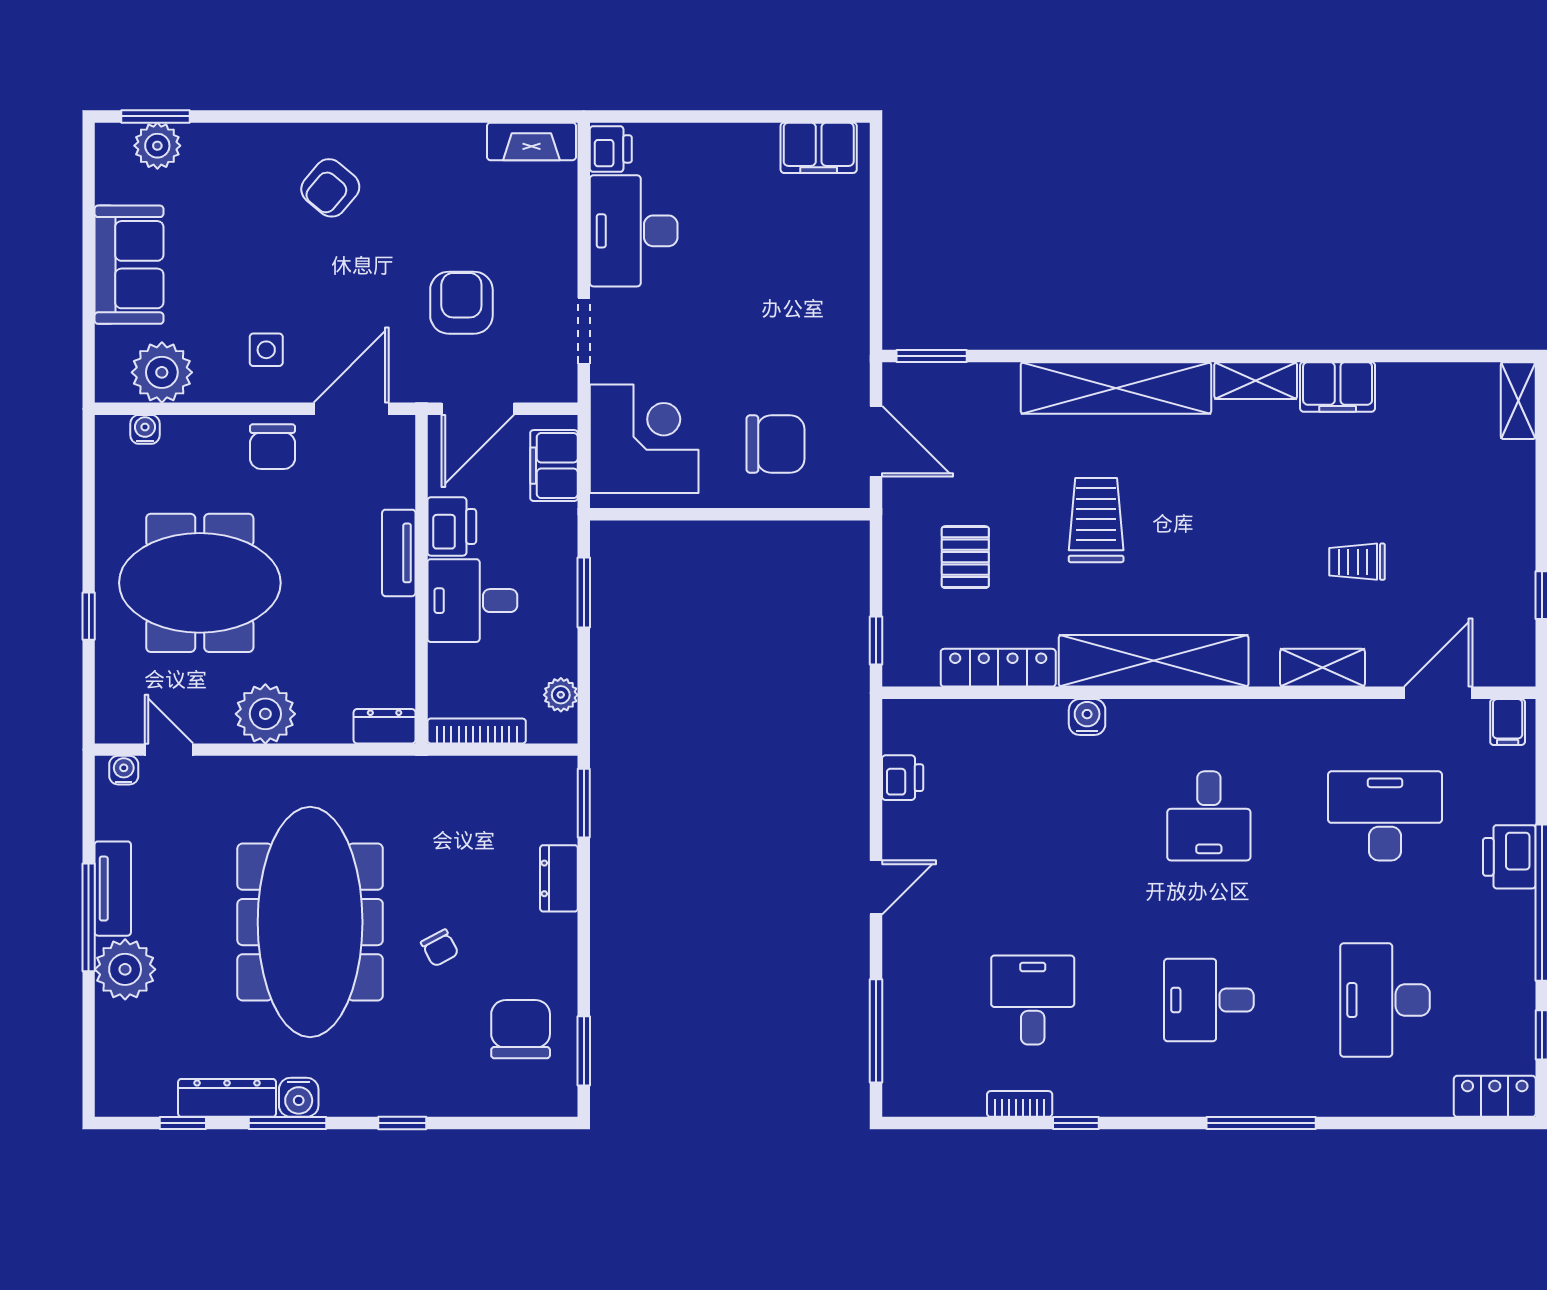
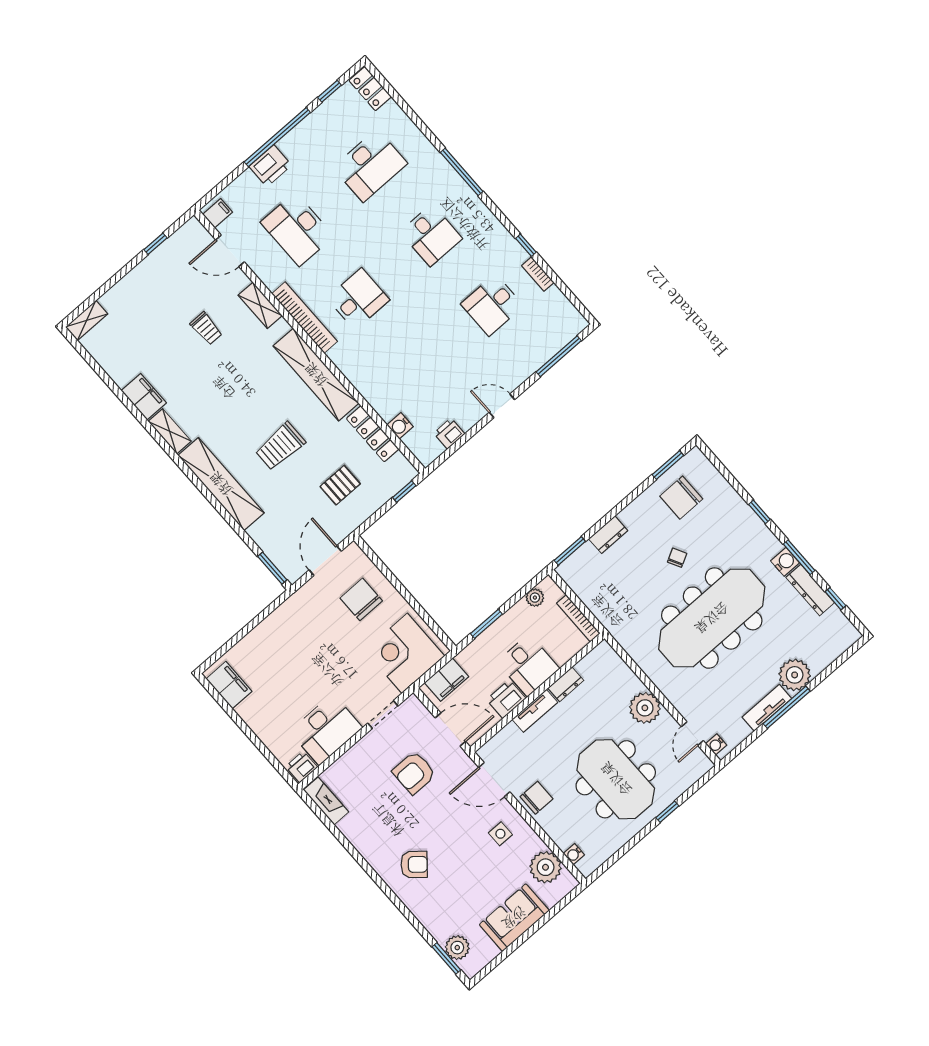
bookcase: (1249, 716) -> (305, 318), added
water cooler: (1087, 717) -> (400, 426), moved
dresser: (385, 726) -> (566, 684), moved, turned -90

